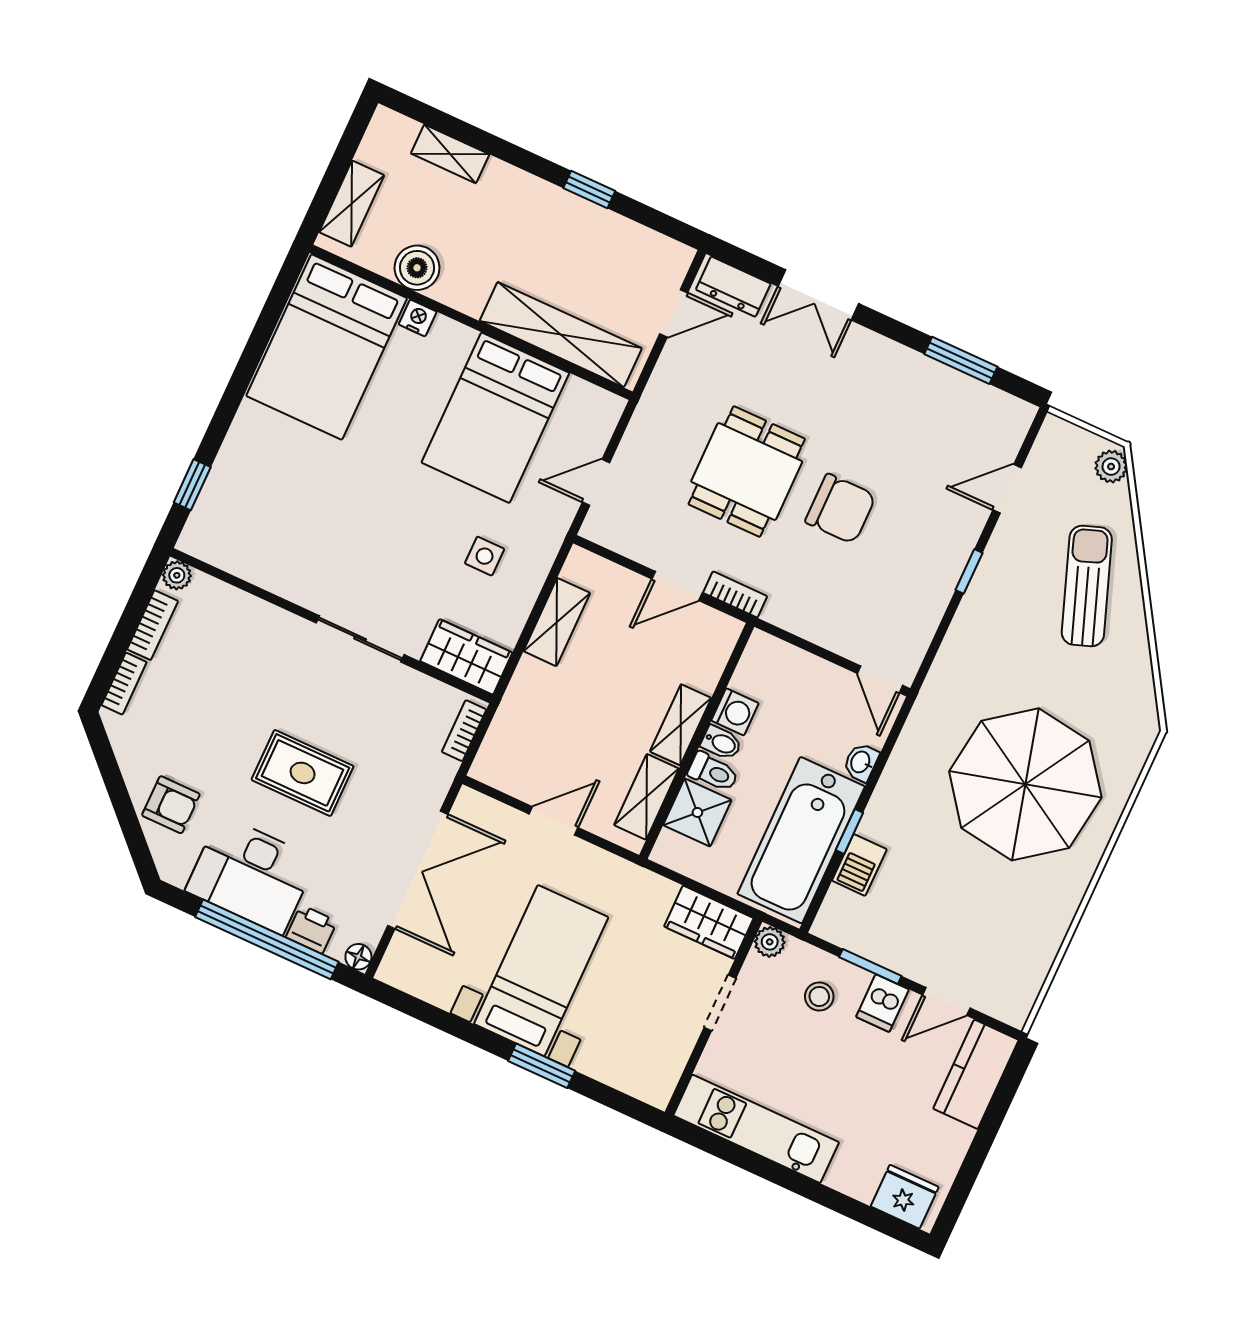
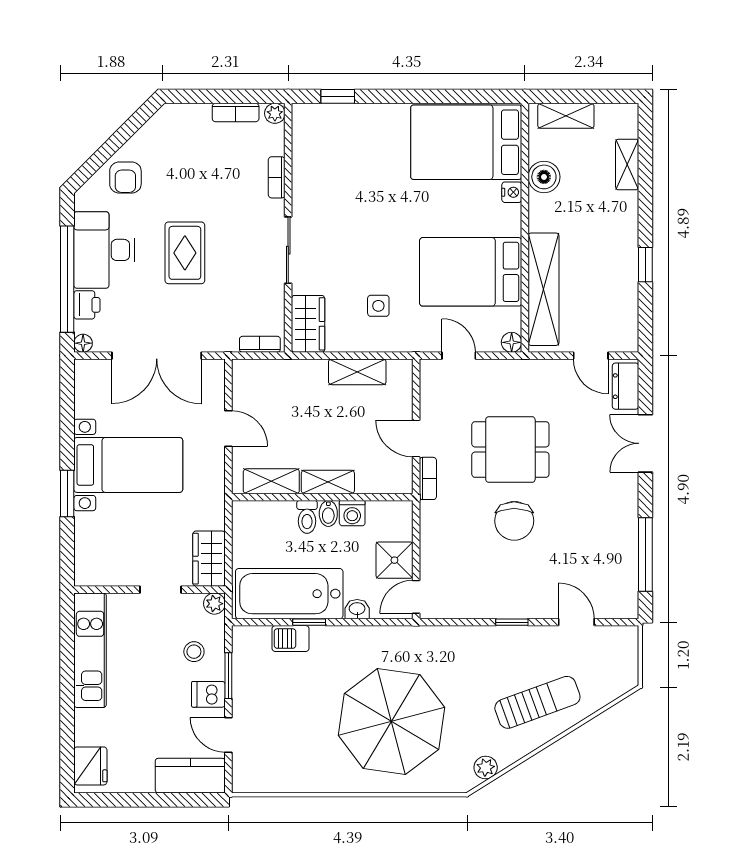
window: (961, 360) -> (645, 554), width x1.44
floor lamp: (610, 407) -> (512, 342), added
plant: (1111, 467) -> (486, 767), moved
bookcase: (124, 684) -> (277, 177), moved, turned 90
shower: (697, 812) -> (394, 560), moved

